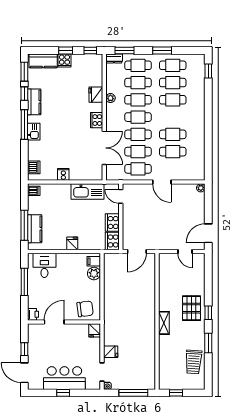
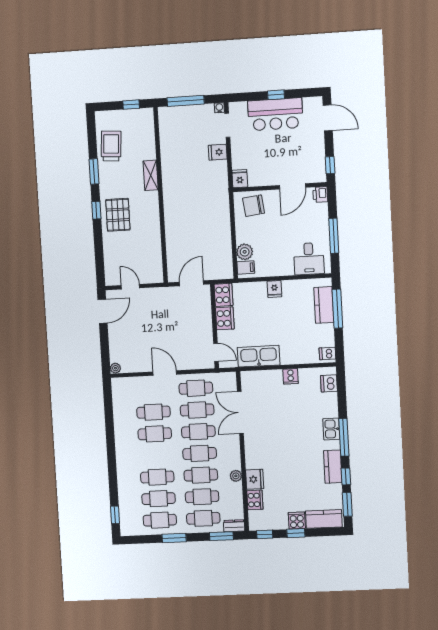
cooker: (97, 120) -> (255, 500), moved
shelving: (164, 323) -> (151, 175), moved
window: (24, 349) -> (330, 165), moved

